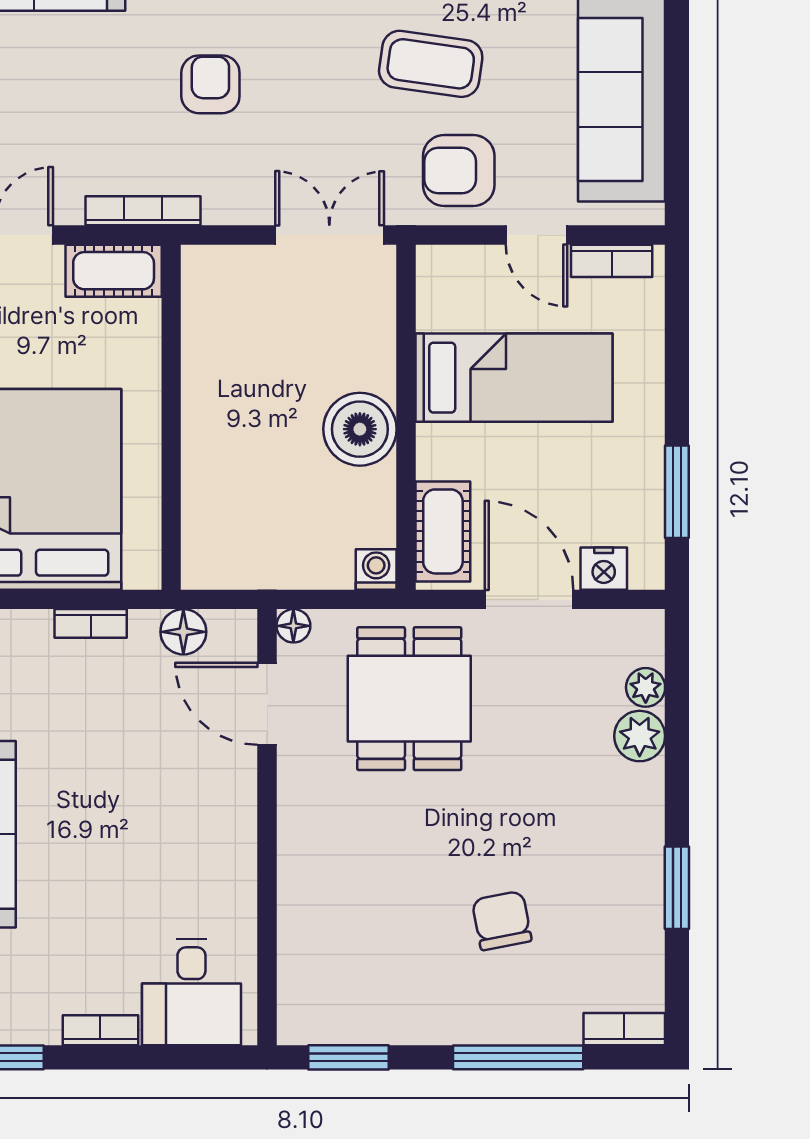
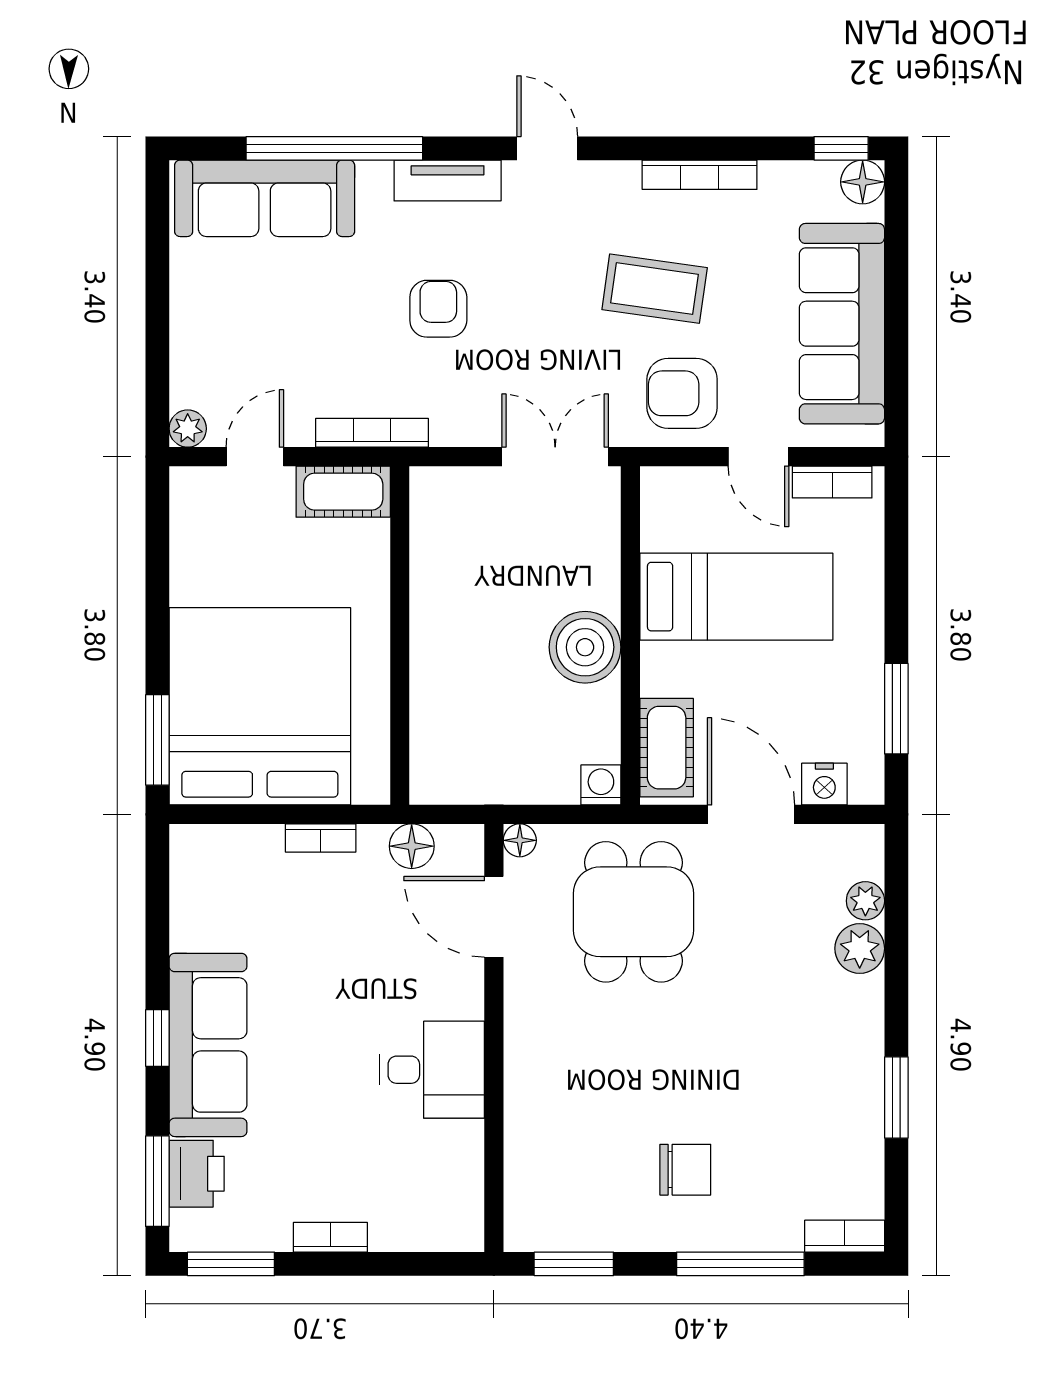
chair: (502, 921) -> (685, 1170), moved, turned 101
desk: (191, 992) -> (432, 1070), moved, turned -90

